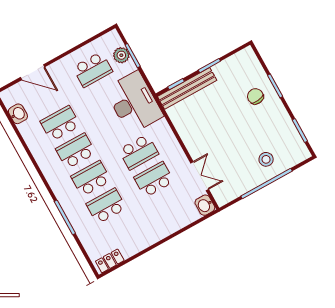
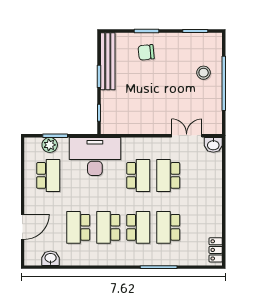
bench: (187, 88) -> (108, 61), moved
school desk: (91, 178) -> (138, 227), turned 180

